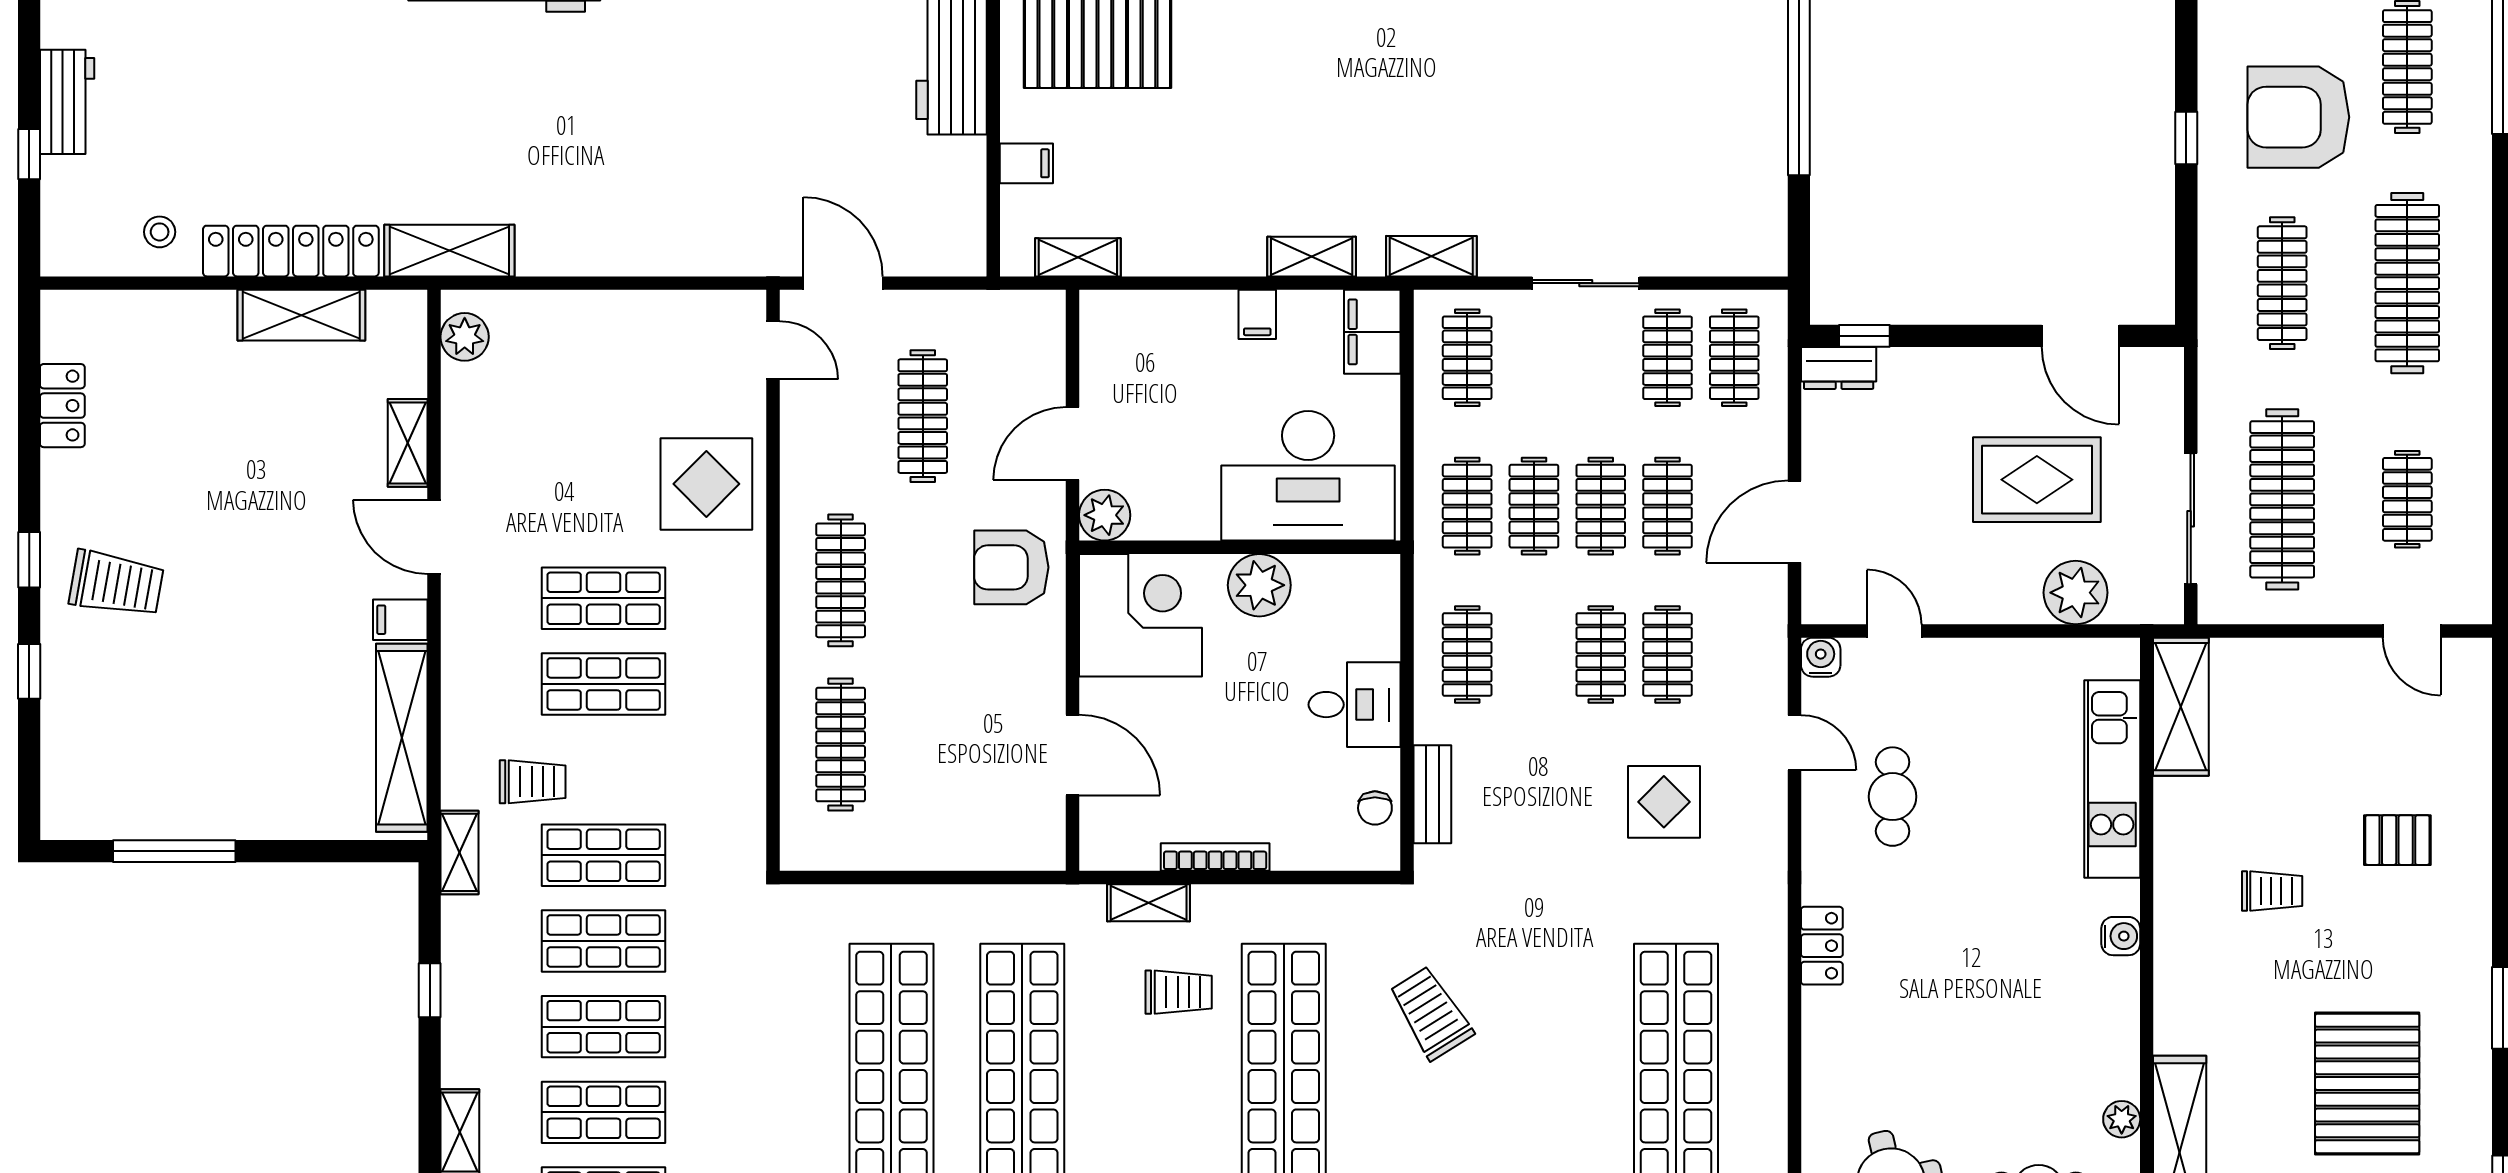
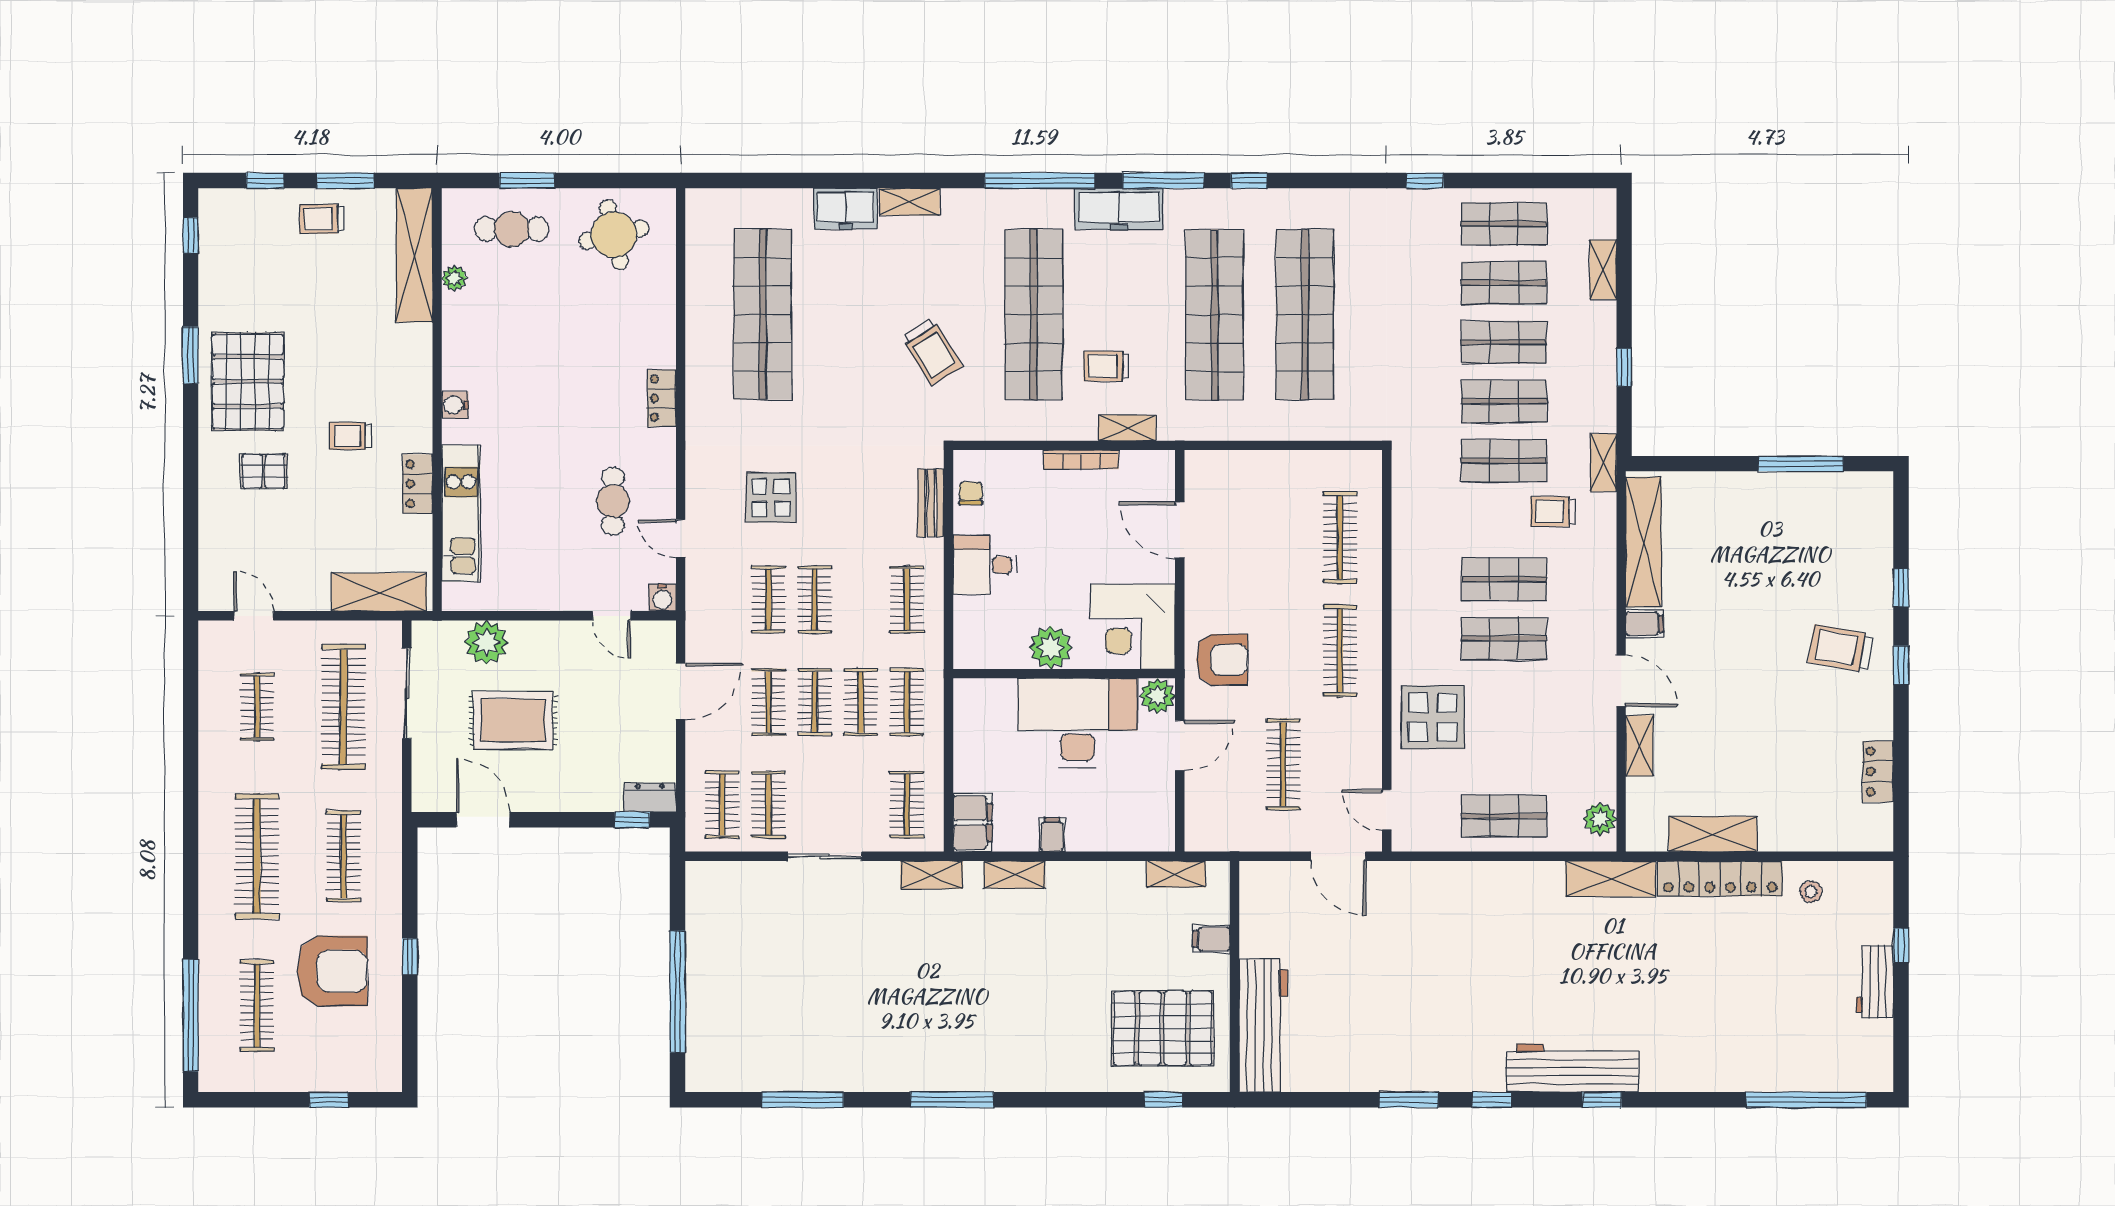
shop shelf: (604, 341) -> (1504, 816), added
desk: (1308, 476) -> (1077, 723), moved
shelving: (2181, 707) -> (379, 592), moved, turned 90
locker: (2175, 822) -> (418, 484), added
pallet: (2367, 1083) -> (248, 381), moved

